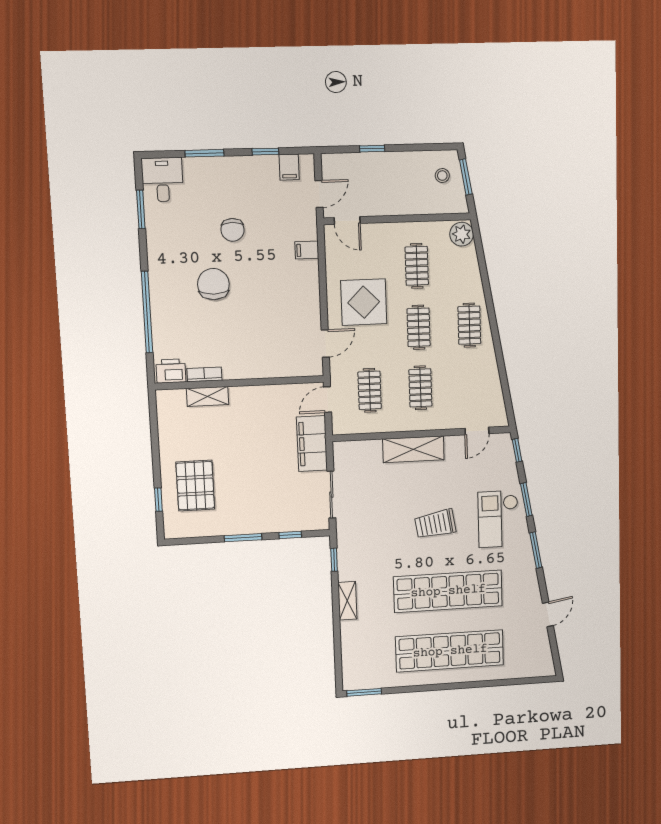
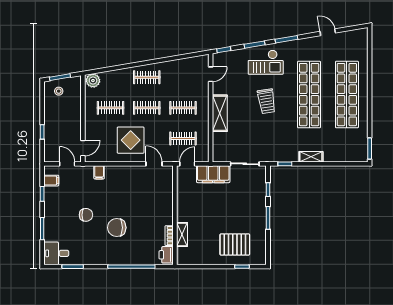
door: (328, 400) -> (187, 164), swing flipped
door: (477, 431) -> (211, 74), hinge flipped

